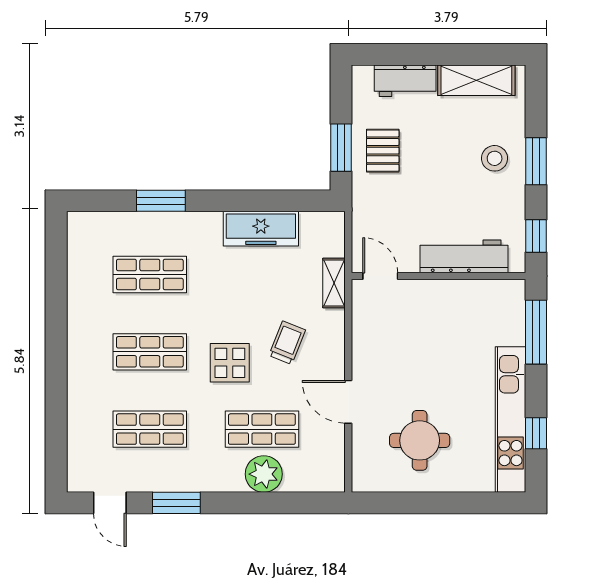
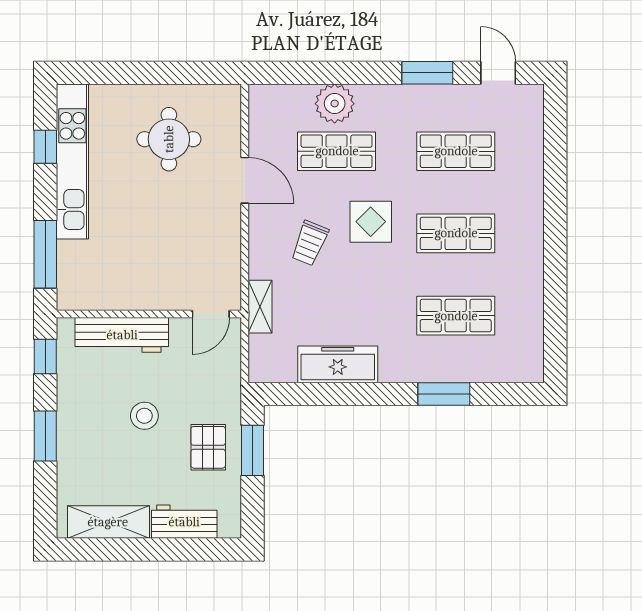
stool: (495, 158) -> (144, 416), moved
door: (380, 276) -> (211, 314), hinge flipped

